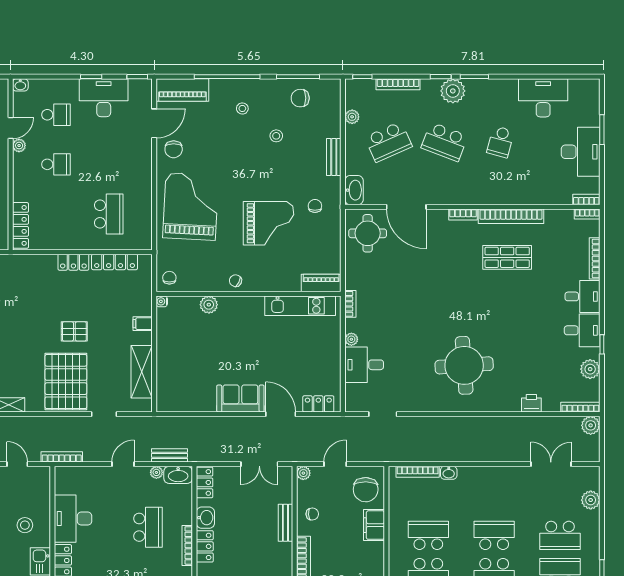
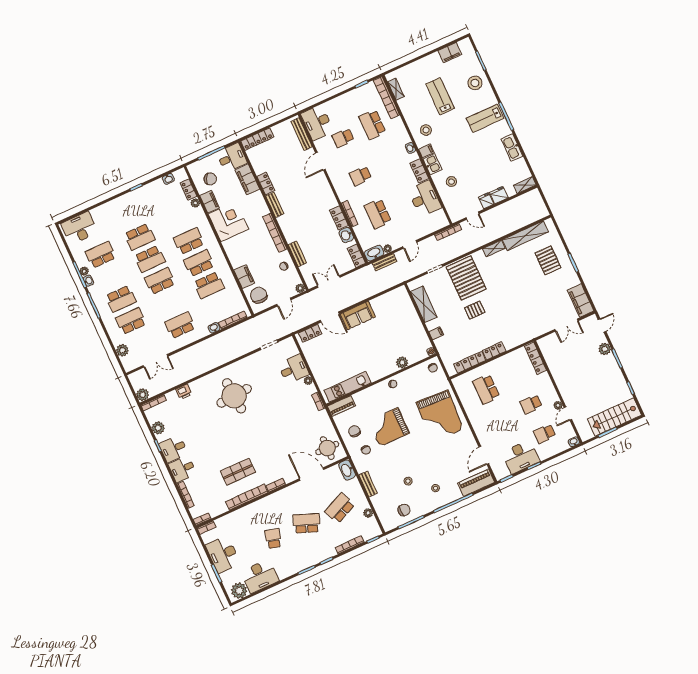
plant: (453, 91) -> (239, 591), moved
chair: (174, 149) -> (355, 431), moved
school desk: (494, 535) -> (180, 325), moved, turned 180

